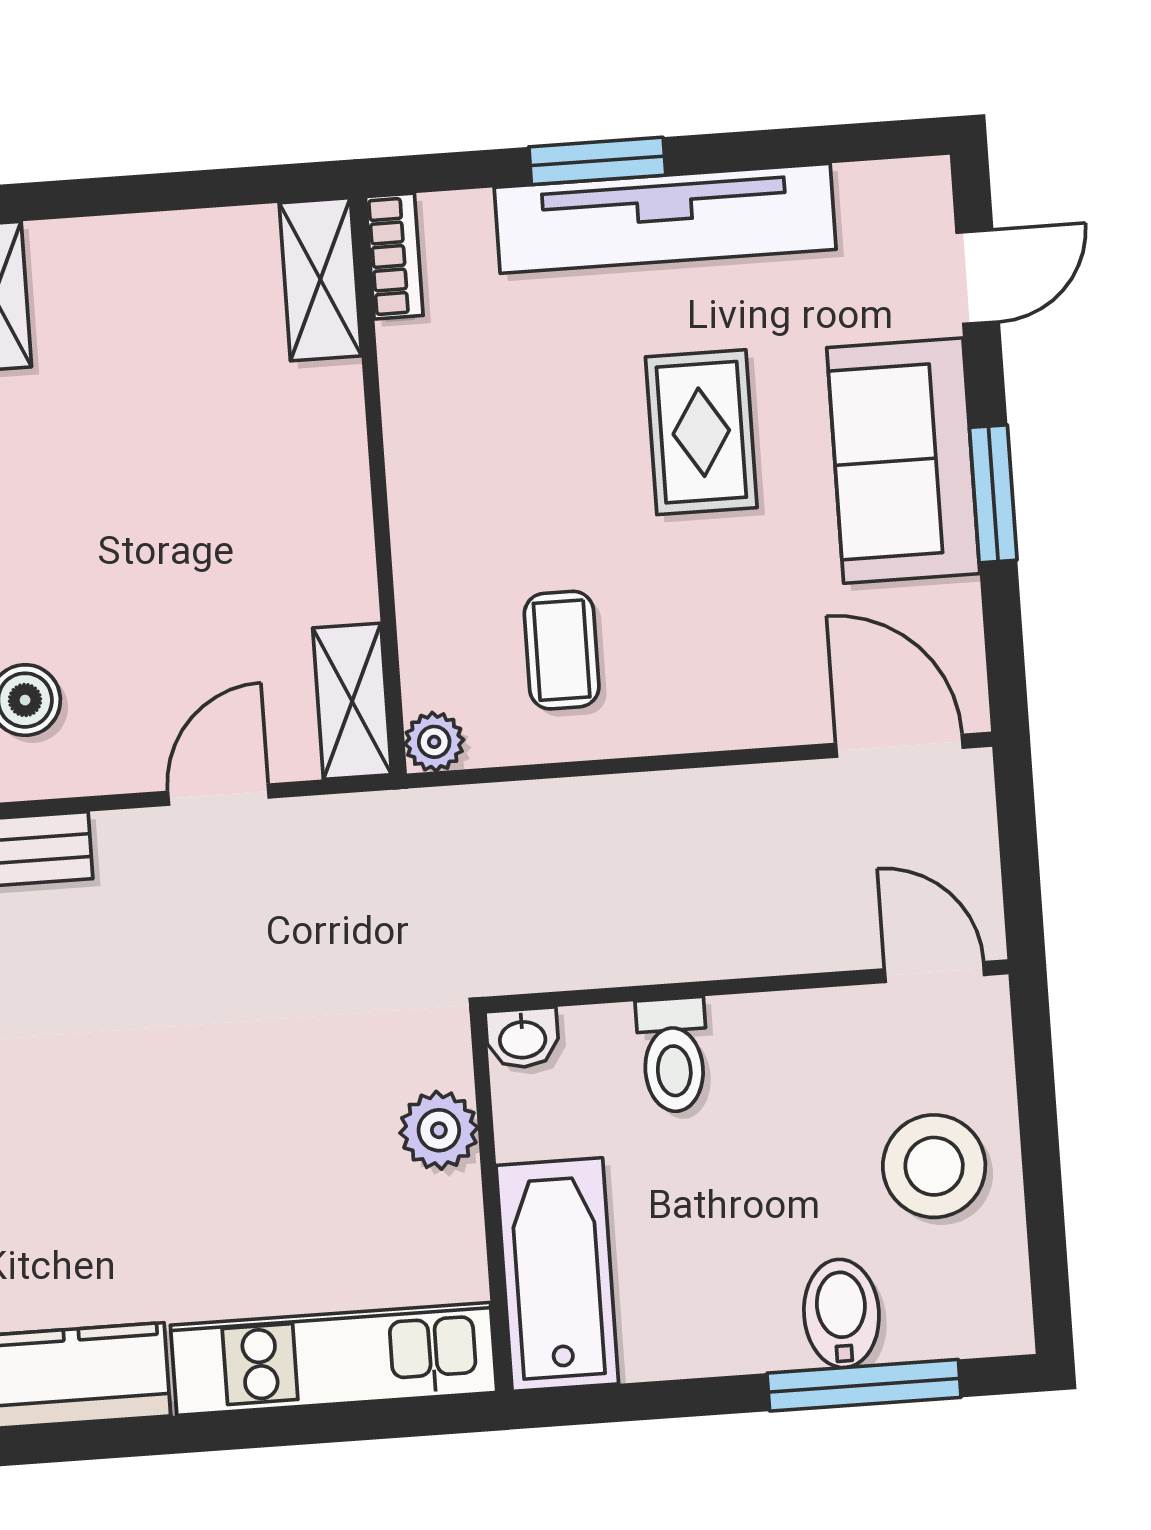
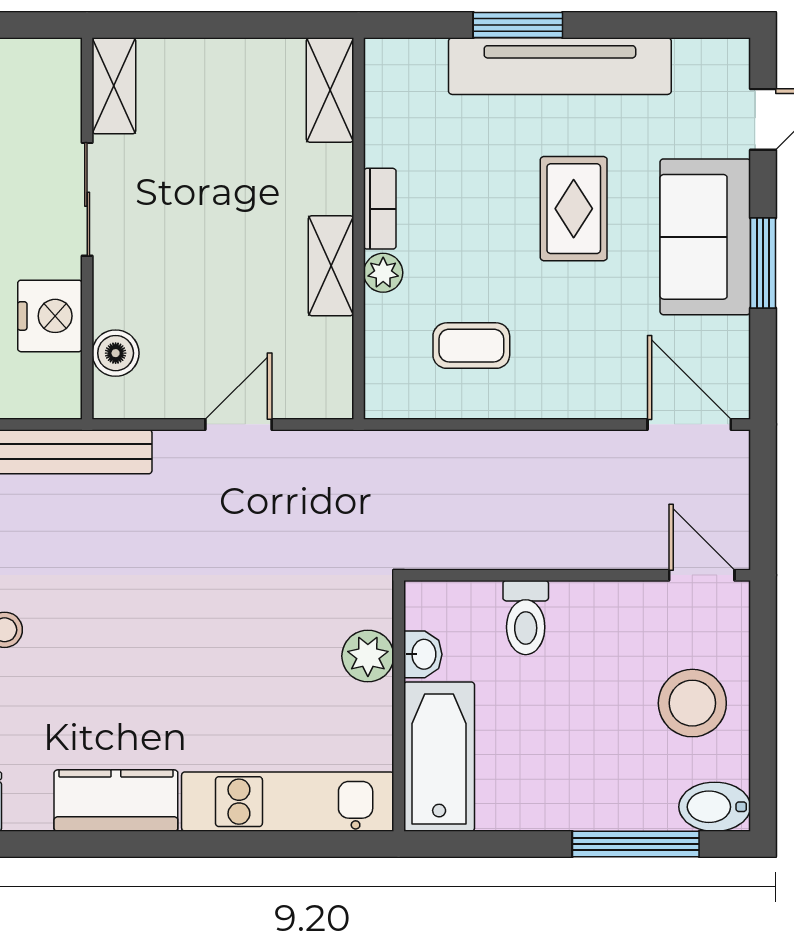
bookcase: (394, 256) -> (380, 209), moved
coffee table: (562, 650) -> (471, 346), turned 90
shelving: (352, 701) -> (331, 266), moved
plant: (434, 742) -> (383, 273), moved
washbasin: (523, 1038) -> (423, 654), moved, turned -90
bidet: (841, 1313) -> (715, 807), moved, turned -90

